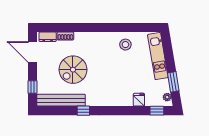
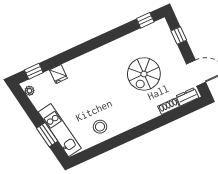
spiral stairs: (73, 70) -> (144, 74), turned 180
window: (173, 82) -> (47, 135), moved
bench: (61, 100) -> (142, 35), removed
window: (83, 111) -> (145, 20), moved

